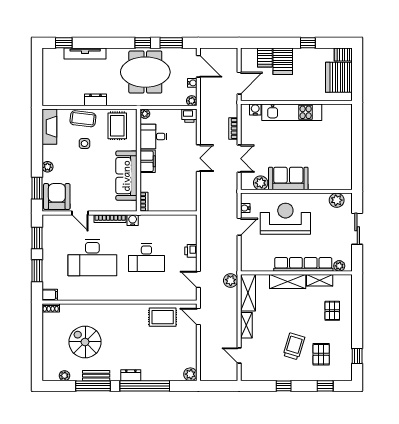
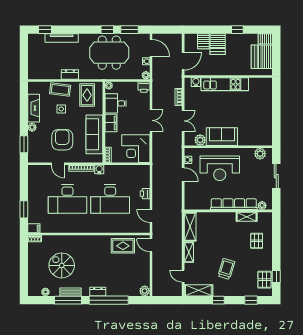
fireplace: (49, 127) -> (34, 108), moved
corner desk: (179, 194) -> (136, 149), added
armchair: (57, 197) -> (62, 140), moved
reception desk: (285, 219) -> (220, 168), turned 180
door: (239, 227) -> (183, 175), hinge flipped
window: (37, 238) -> (24, 183), removed
desk: (146, 258) -> (110, 199), width x1.36, depth x1.30
plant: (231, 281) -> (176, 217), removed
shelving: (288, 282) -> (198, 290), moved
pallet: (321, 354) -> (264, 280), moved

